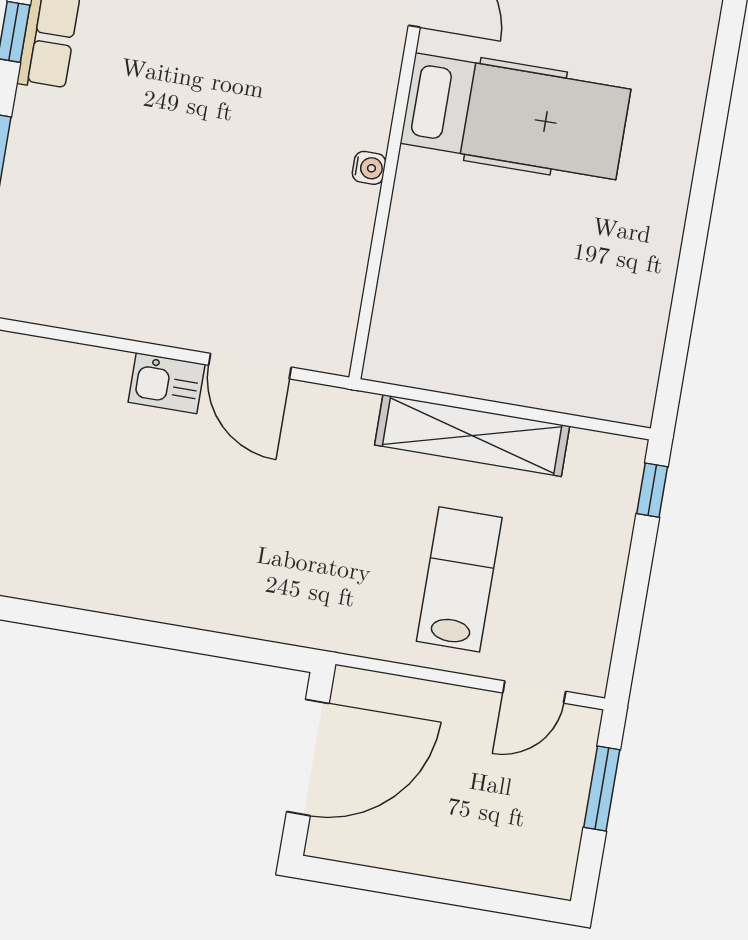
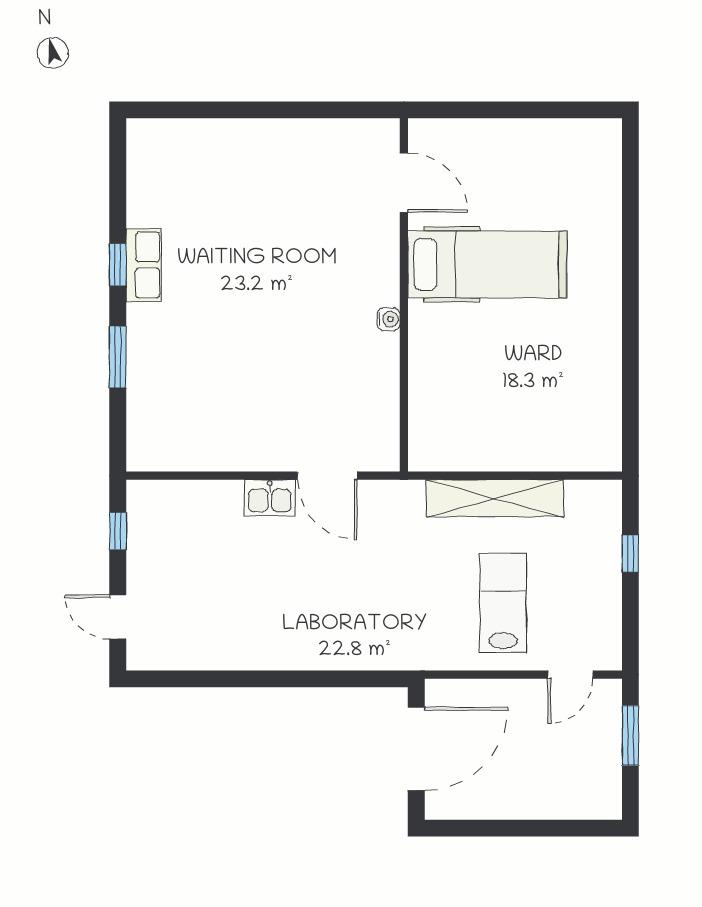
window: (652, 490) -> (630, 554), moved

